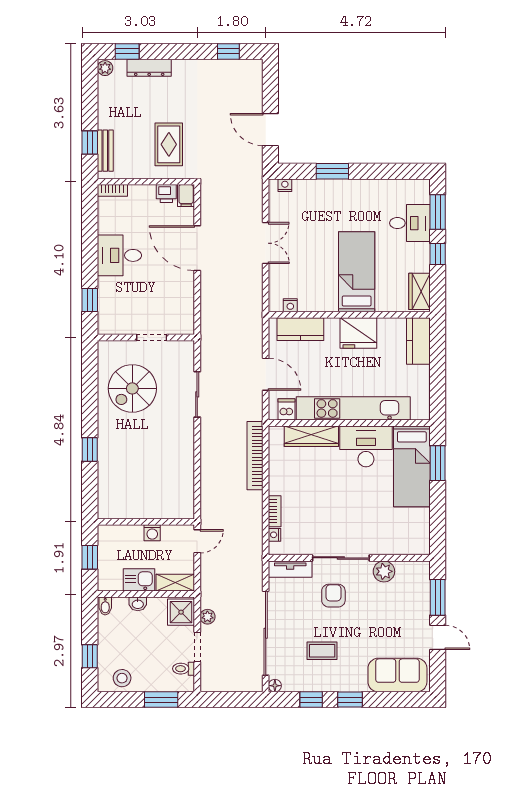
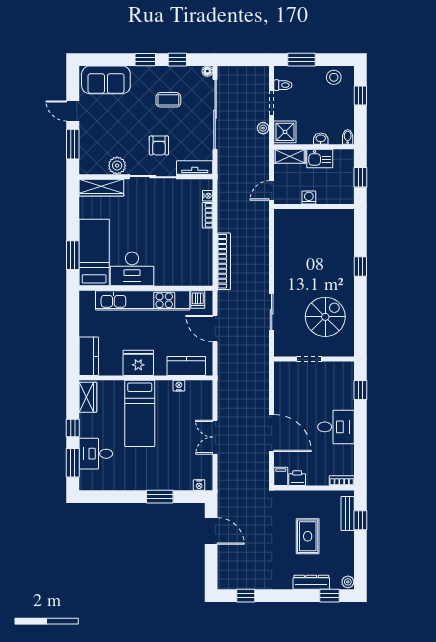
rug: (169, 144) -> (308, 536), moved
nightstand: (290, 305) -> (179, 386), moved
wardrobe: (311, 436) -> (101, 188), moved, turned 180

